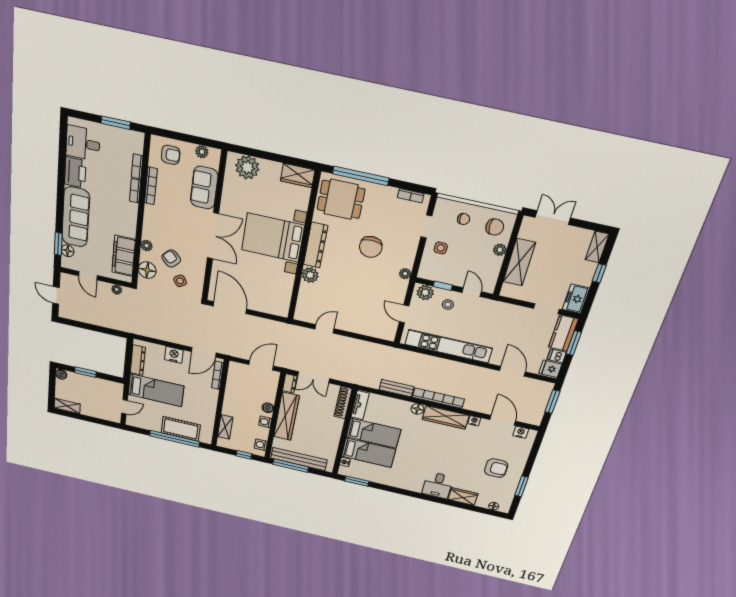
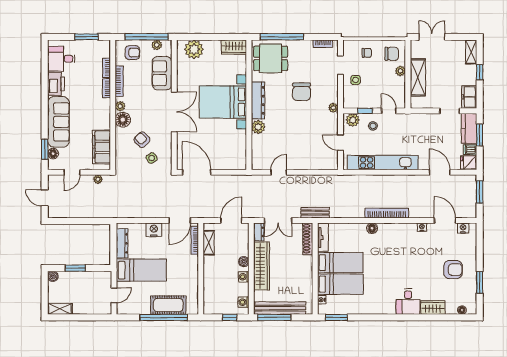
window: (190, 139) -> (147, 37), added
plant: (147, 246) -> (120, 106), moved
floor lamp: (147, 270) -> (123, 120), moved
door: (88, 276) -> (72, 172), hinge flipped
bench: (397, 388) -> (315, 213), moved
wardrobe: (446, 417) -> (397, 230), removed
shelving: (225, 427) -> (209, 243), moved

